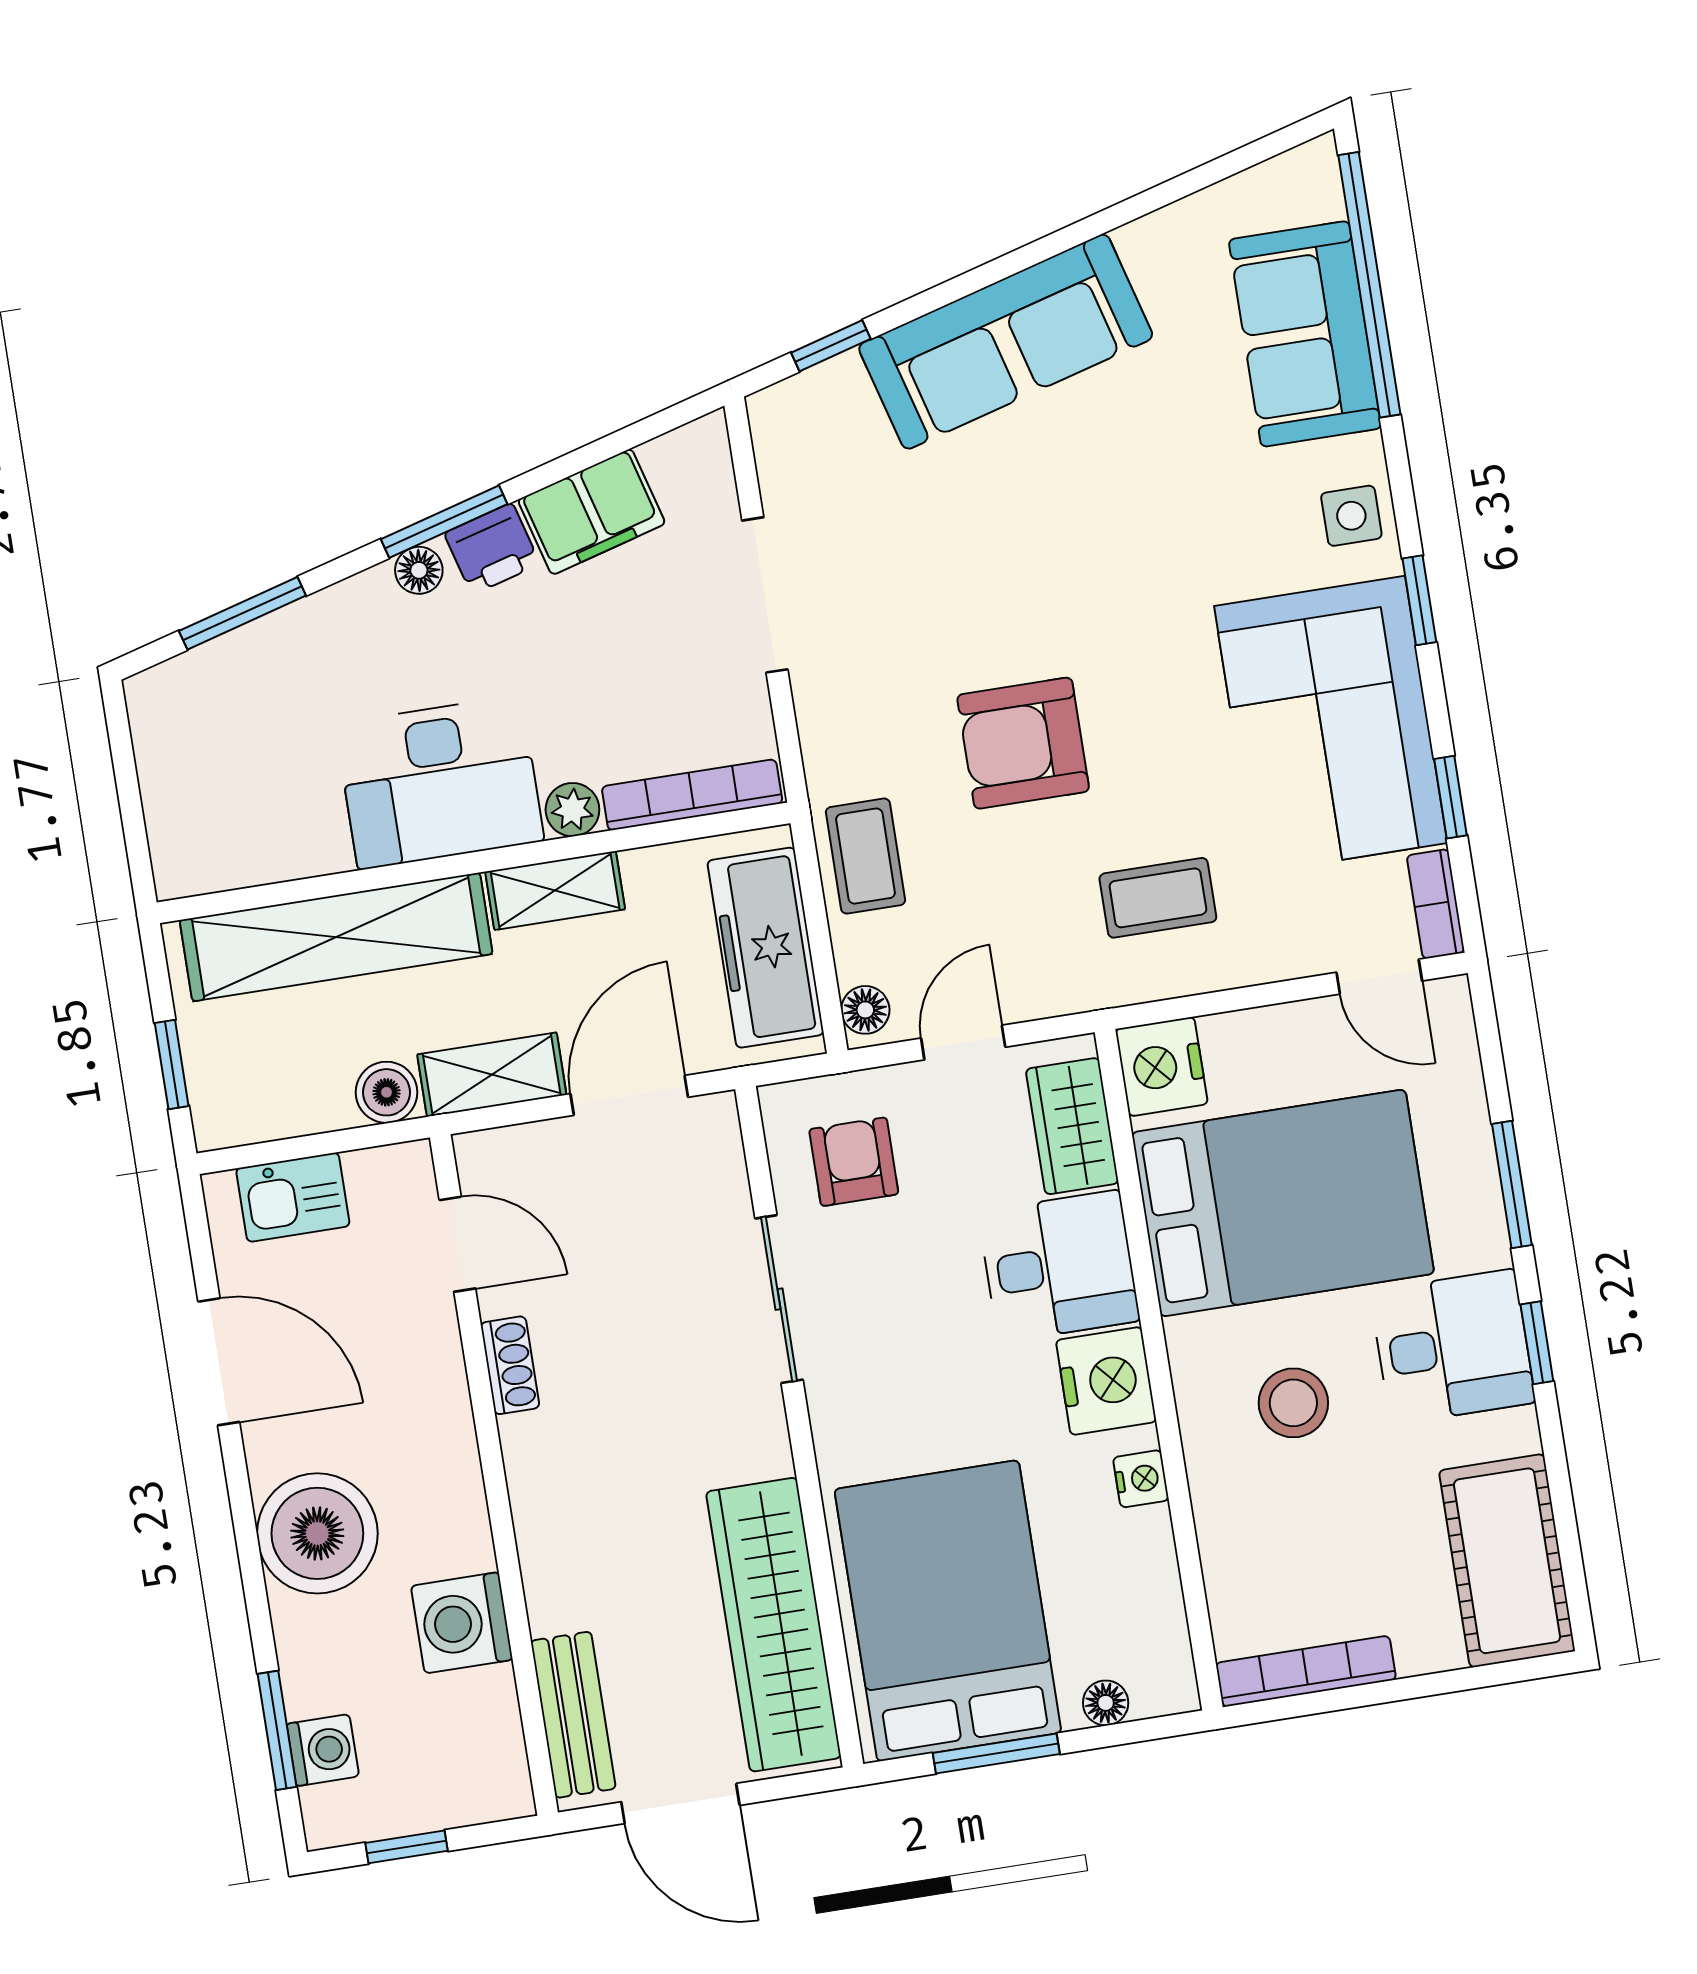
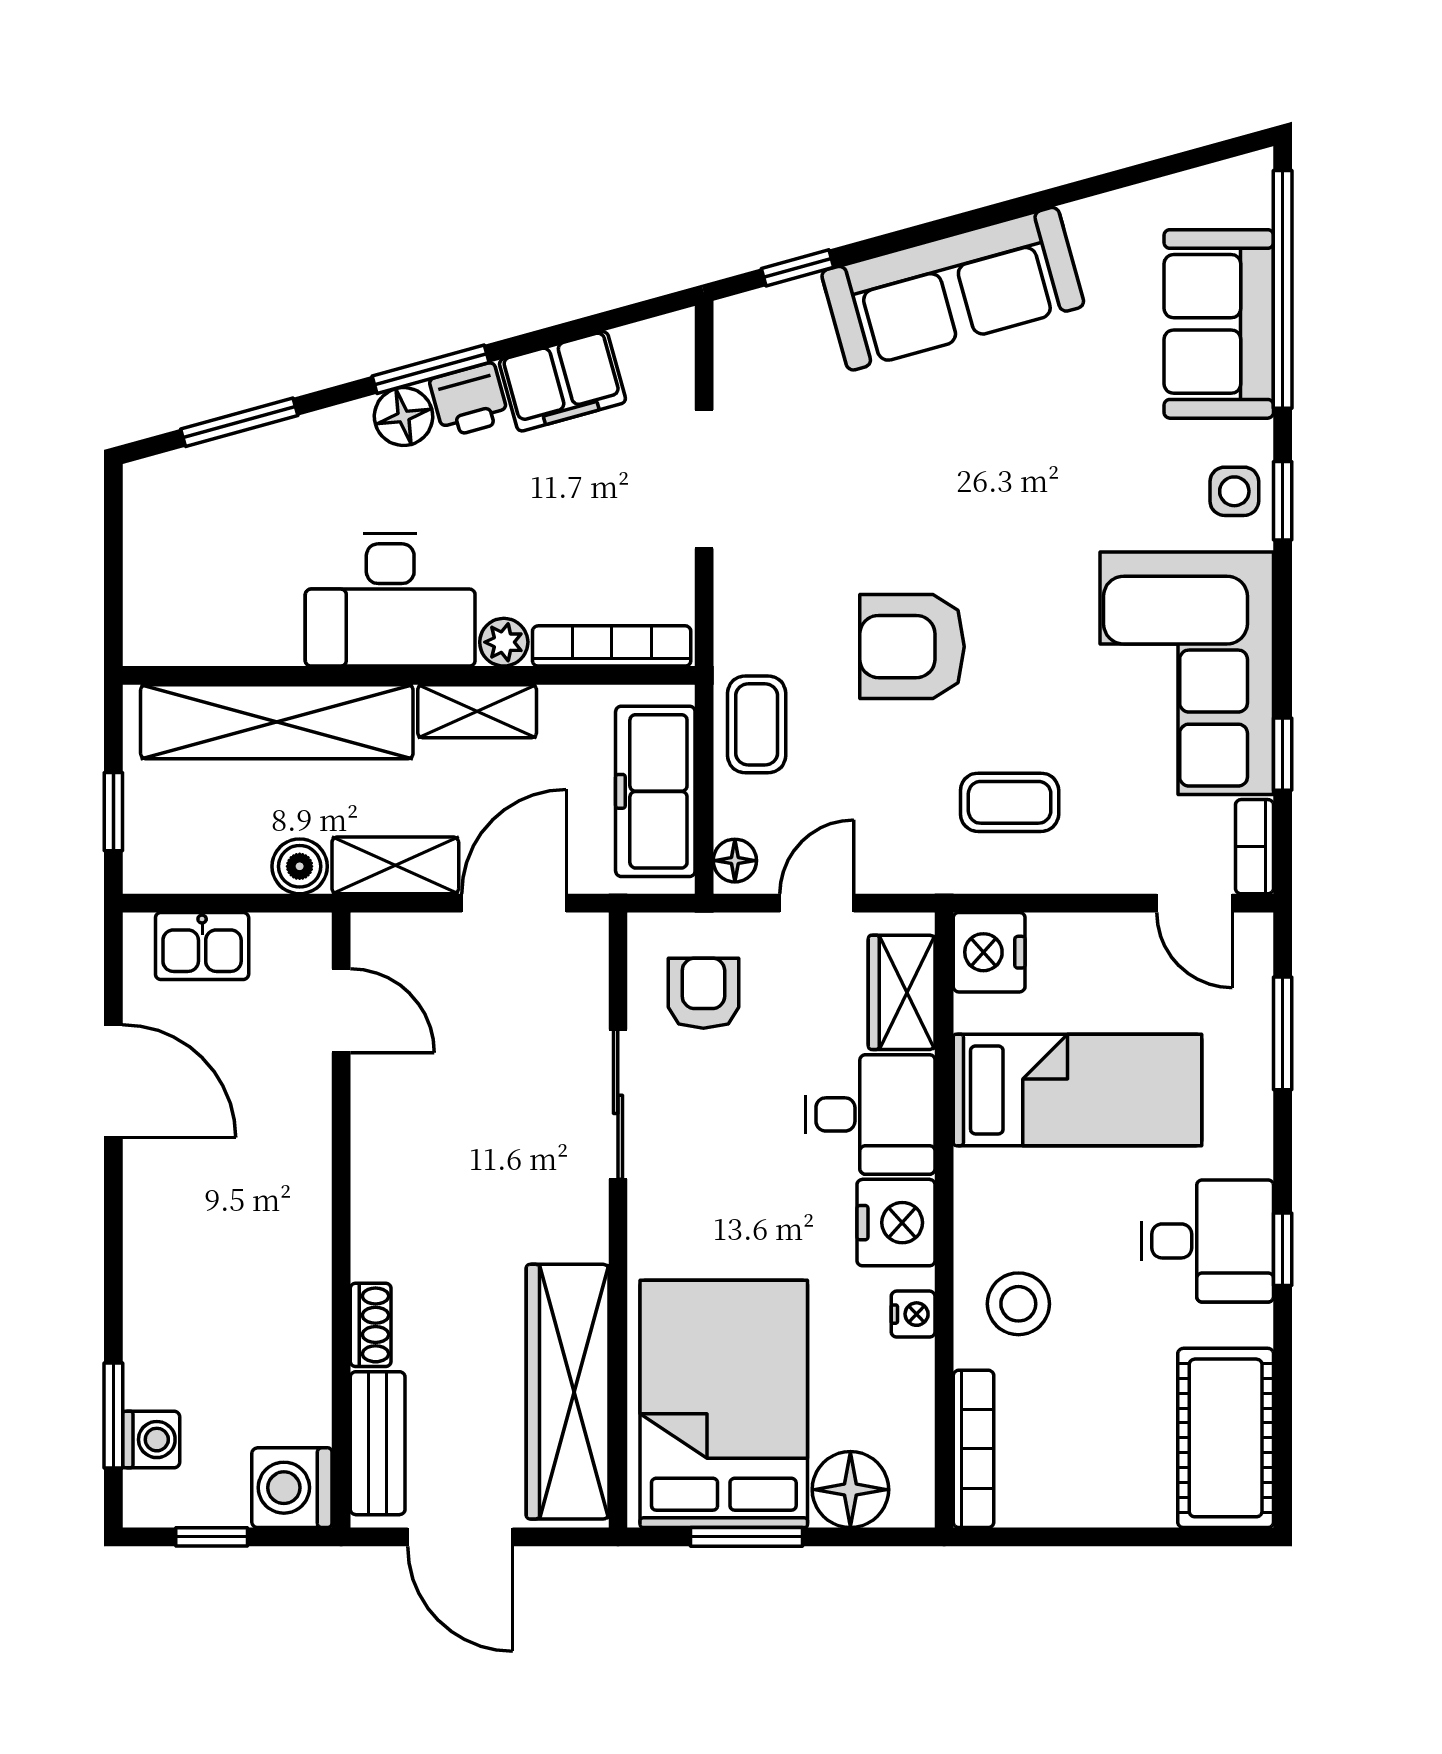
floor lamp: (419, 570) -> (404, 416), width x1.37, depth x1.37
window: (1419, 600) -> (1283, 501), moved
window: (1512, 1184) -> (1283, 1033), moved
bed: (1283, 1203) -> (1077, 1090), width x0.67
shoe rack: (510, 1365) -> (371, 1325), moved
stool: (1293, 1403) -> (1018, 1304), moved
boiler: (317, 1533) -> (177, 1247), removed
washing machine: (462, 1623) -> (292, 1488), moved
bookcase: (1306, 1671) -> (974, 1449), moved, turned 90
floor lamp: (1106, 1703) -> (850, 1490), width x1.89, depth x1.89

